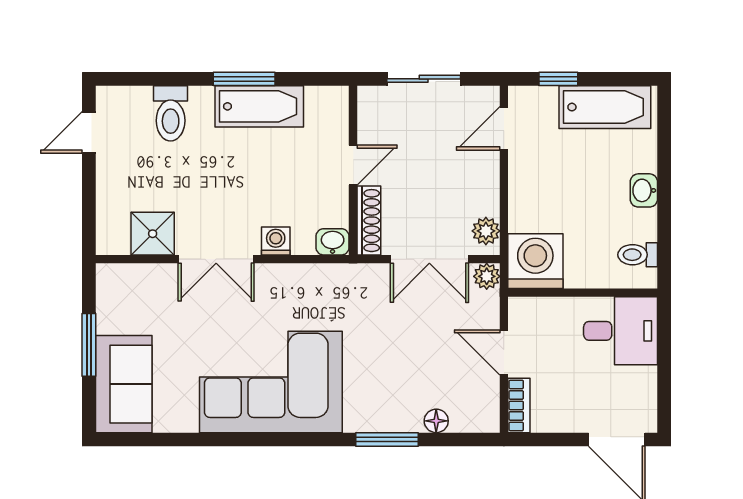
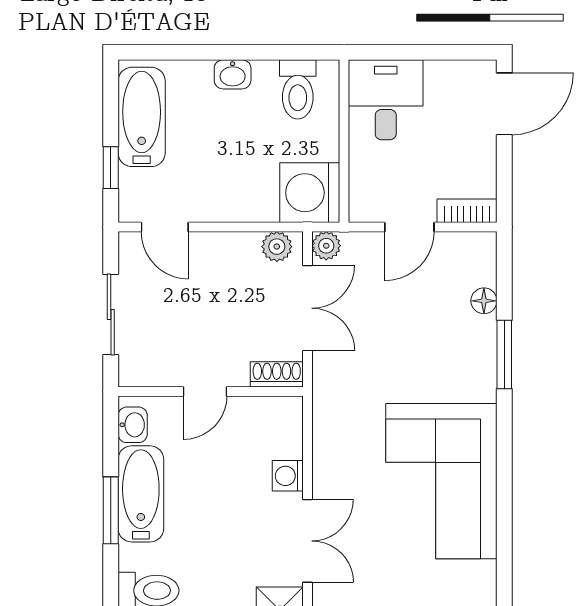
door: (353, 165) -> (205, 392), swing flipped
shoe rack: (369, 221) -> (277, 374), width x0.70
washbasin: (333, 242) -> (133, 425), moved, turned 180
toilet: (638, 255) -> (298, 89), width x1.37, depth x1.39

